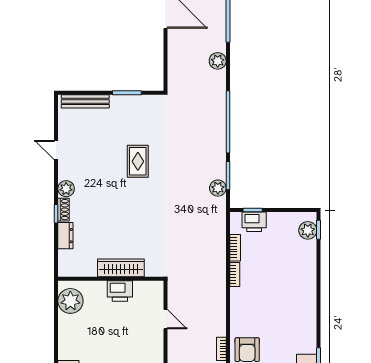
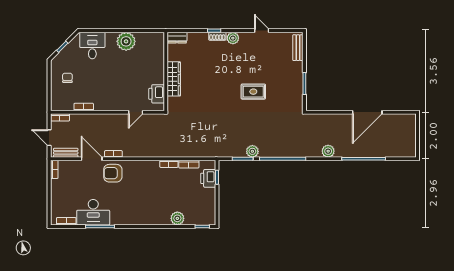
bench: (85, 101) -> (298, 48), width x0.73
door: (56, 150) -> (262, 31), hinge flipped
plant: (218, 188) -> (252, 151), moved
plant: (308, 230) -> (177, 218), moved
dresser: (65, 236) -> (177, 38), moved
printer: (120, 291) -> (157, 94), moved
plant: (70, 301) -> (126, 41), moved

